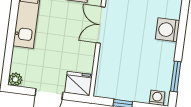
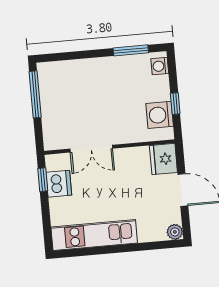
washing machine: (168, 30) -> (160, 115), moved, turned 90

